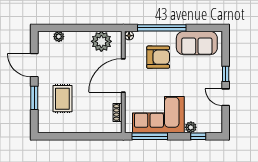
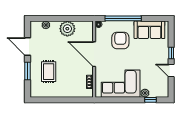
plant: (101, 41) -> (67, 29), moved
armchair: (158, 57) -> (120, 40), turned -90
door: (123, 76) -> (94, 54), hinge flipped
window: (150, 136) -> (114, 100), removed

